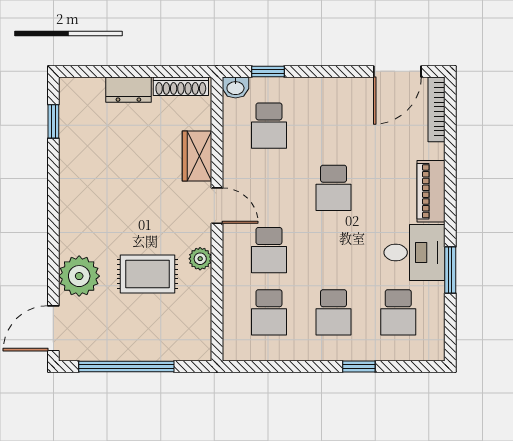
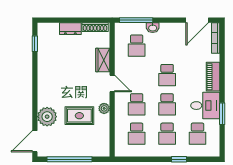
window: (268, 71) -> (136, 20), width x2.17
washbasin: (235, 87) -> (153, 28), moved
school desk: (334, 250) -> (167, 104), added

